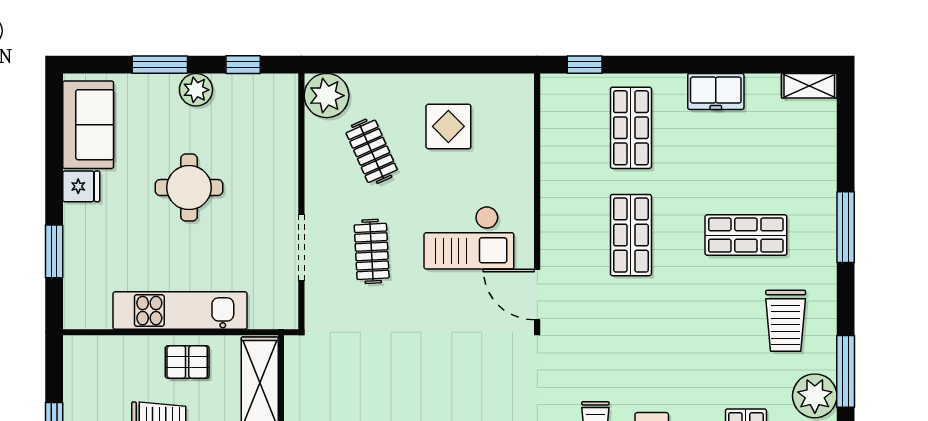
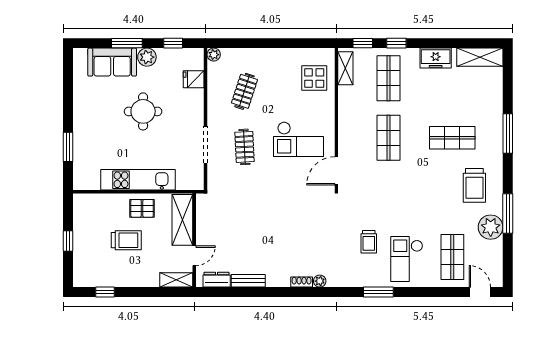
window: (645, 65) -> (396, 43), added
shelving: (809, 86) -> (480, 57), width x1.50, depth x1.33
plant: (327, 96) -> (214, 55), width x0.53, depth x0.53
shelving: (553, 110) -> (345, 68), added
sofa: (88, 125) -> (112, 62), moved, turned 90
display table: (448, 126) -> (314, 78), moved
clothes rail: (372, 151) -> (244, 91), turned 42
fridge: (81, 186) -> (194, 79), moved, turned 180
door: (537, 295) -> (336, 171), hinge flipped

